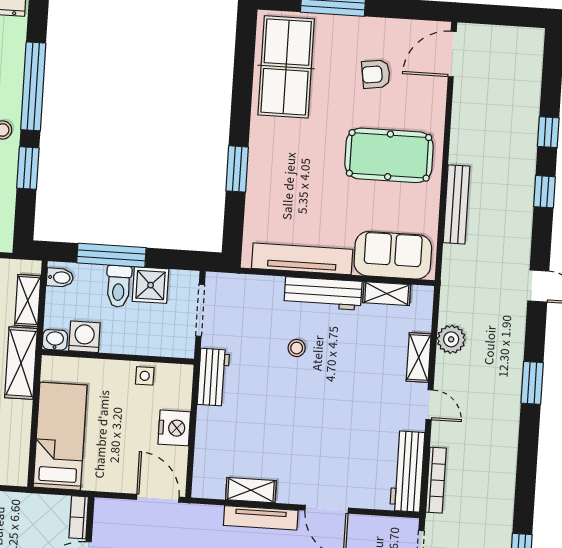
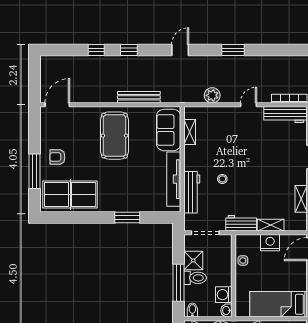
door: (452, 54) -> (57, 105), swing flipped
armchair: (376, 74) -> (57, 157), moved, turned 98
workbench: (323, 293) -> (192, 192), moved
shelving: (419, 358) -> (271, 225), moved

